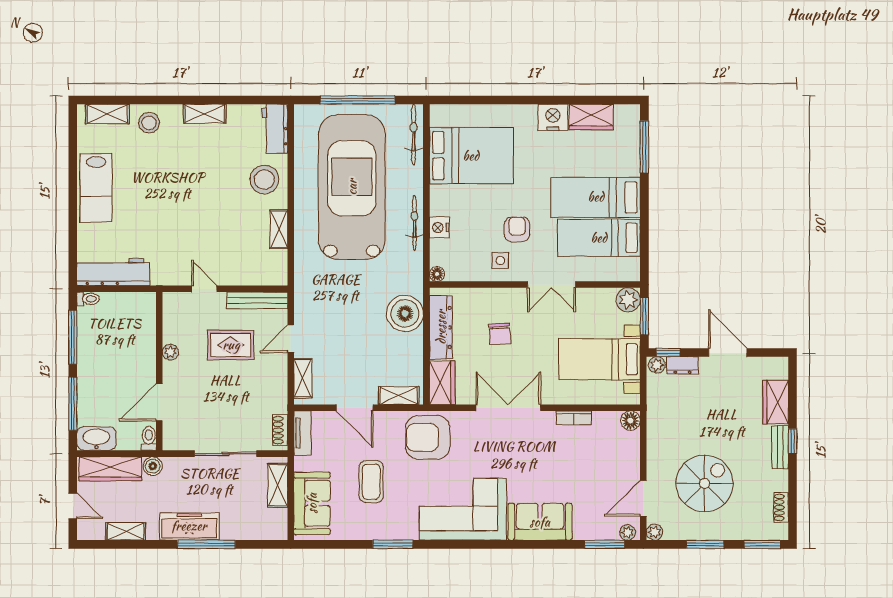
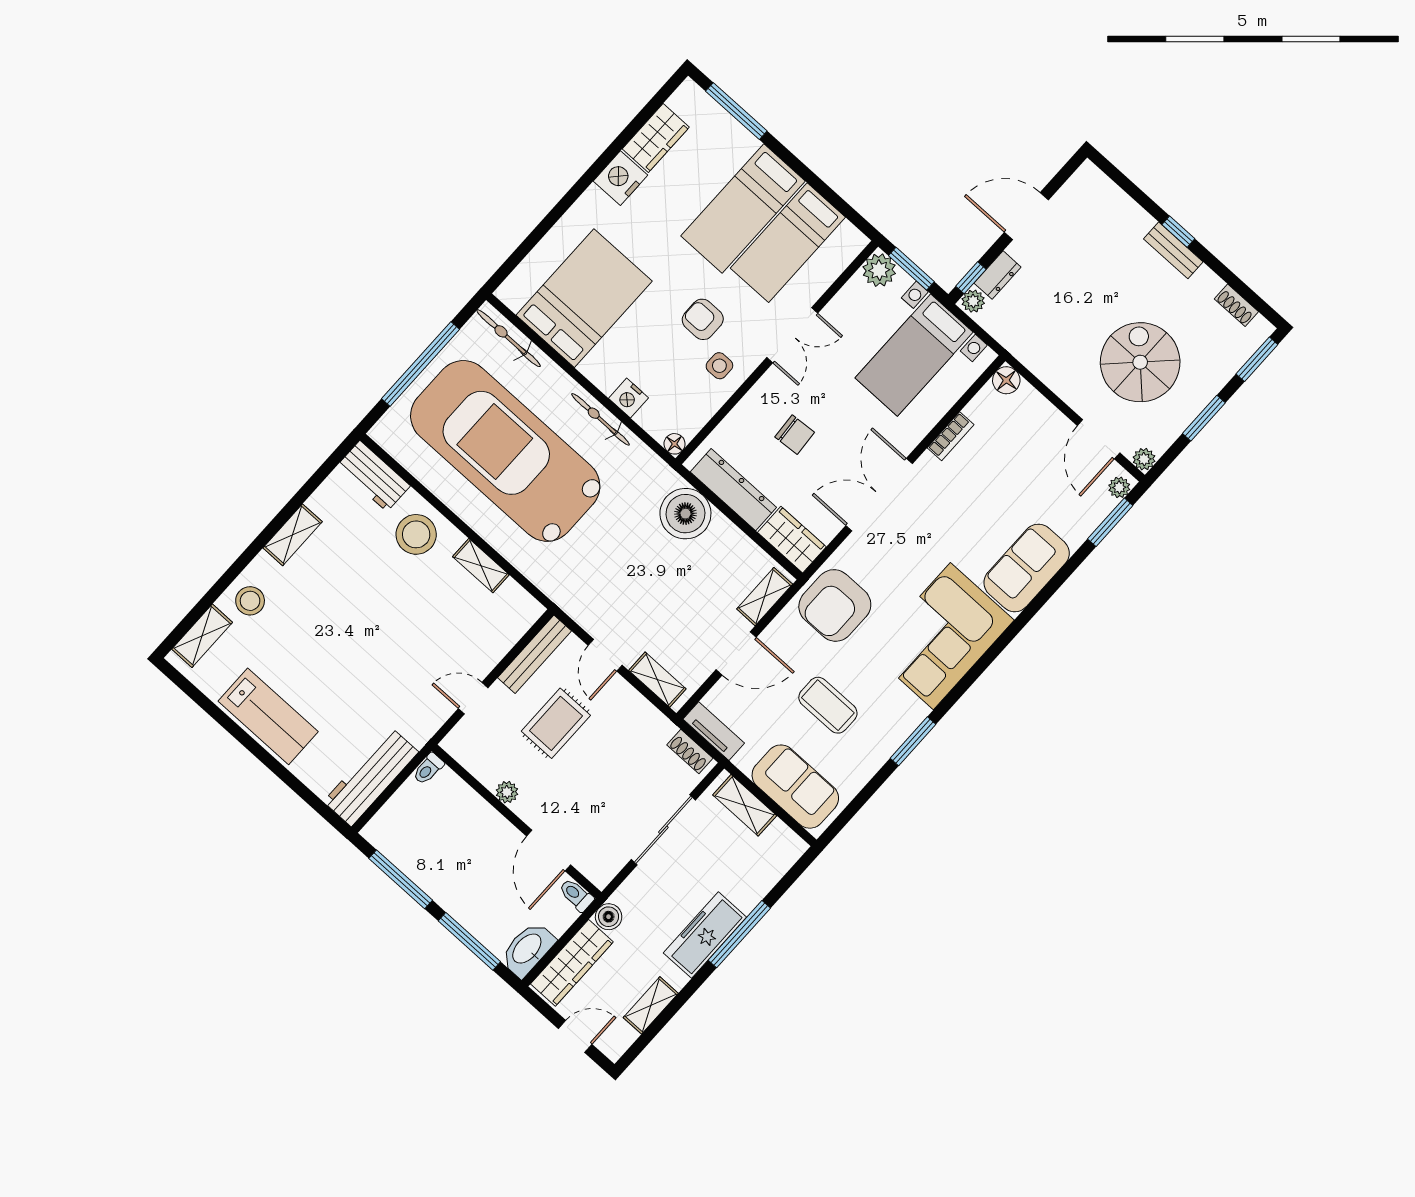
toilet: (88, 299) -> (428, 769), moved, turned 180
wardrobe: (776, 402) -> (1122, 213), removed

